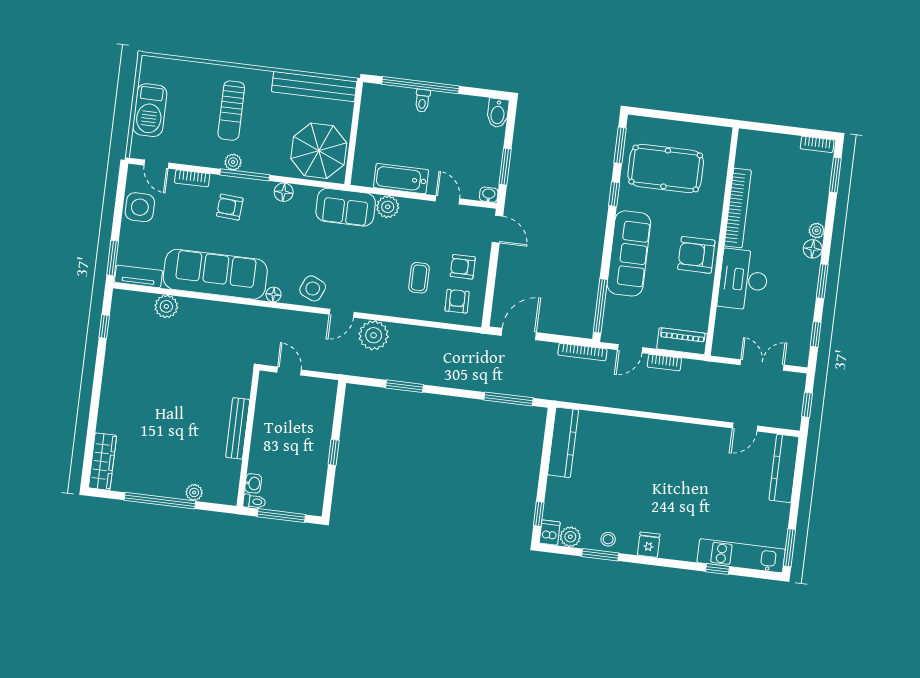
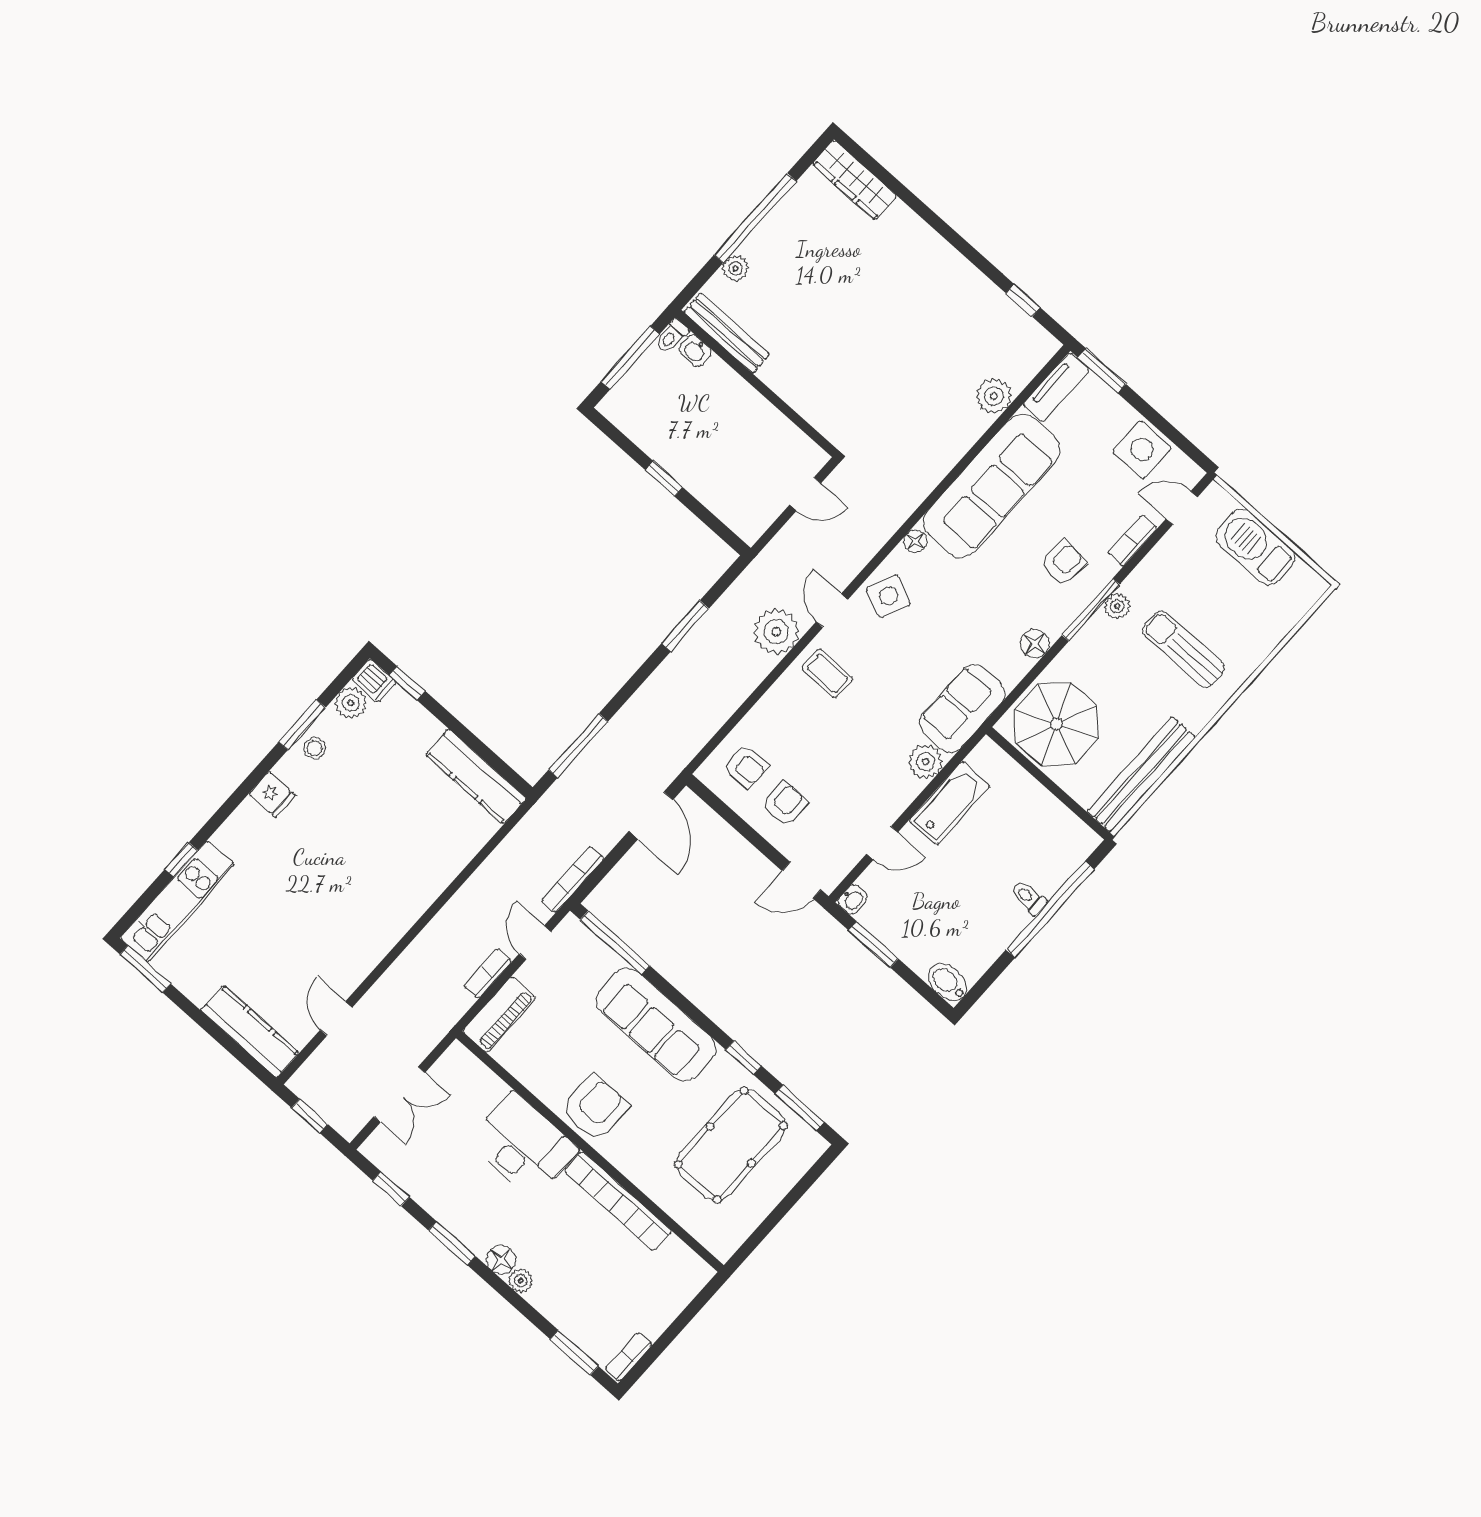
coffee table: (419, 278) -> (827, 674), moved
bench: (238, 428) -> (727, 333), moved

